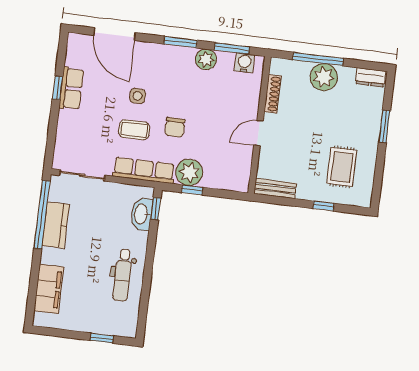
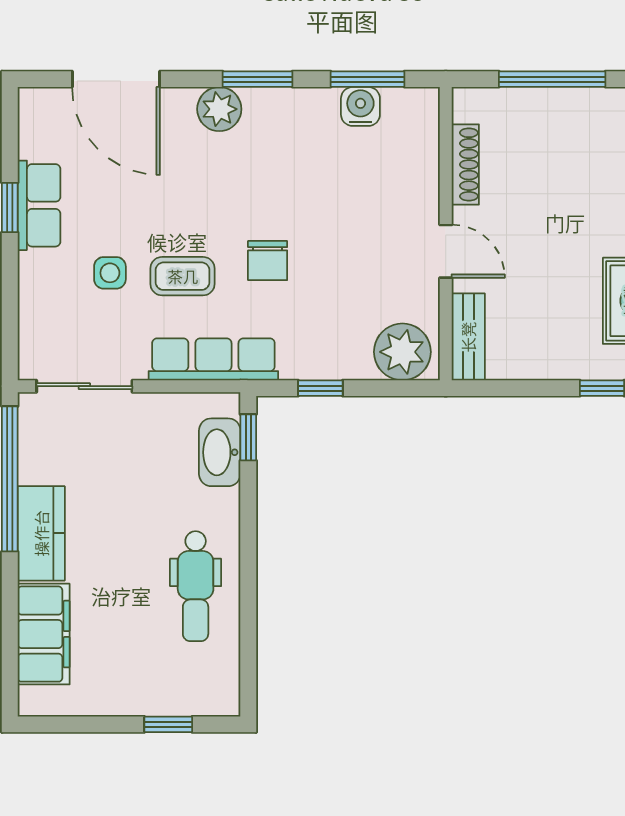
plant: (206, 59) -> (219, 109), moved
water cooler: (244, 63) -> (360, 106), moved
plant: (324, 77) -> (569, 116), removed
side table: (138, 96) -> (110, 273), moved
door: (258, 133) -> (446, 251), swing flipped
plant: (189, 172) -> (402, 352), moved
bench: (275, 188) -> (468, 337), moved, turned 90
kitchen counter: (56, 225) -> (41, 533), moved

